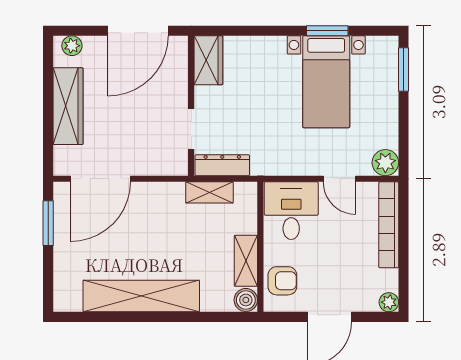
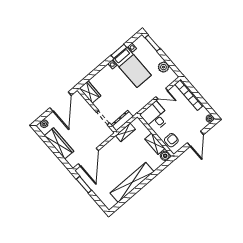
plant: (385, 163) -> (163, 67), moved

